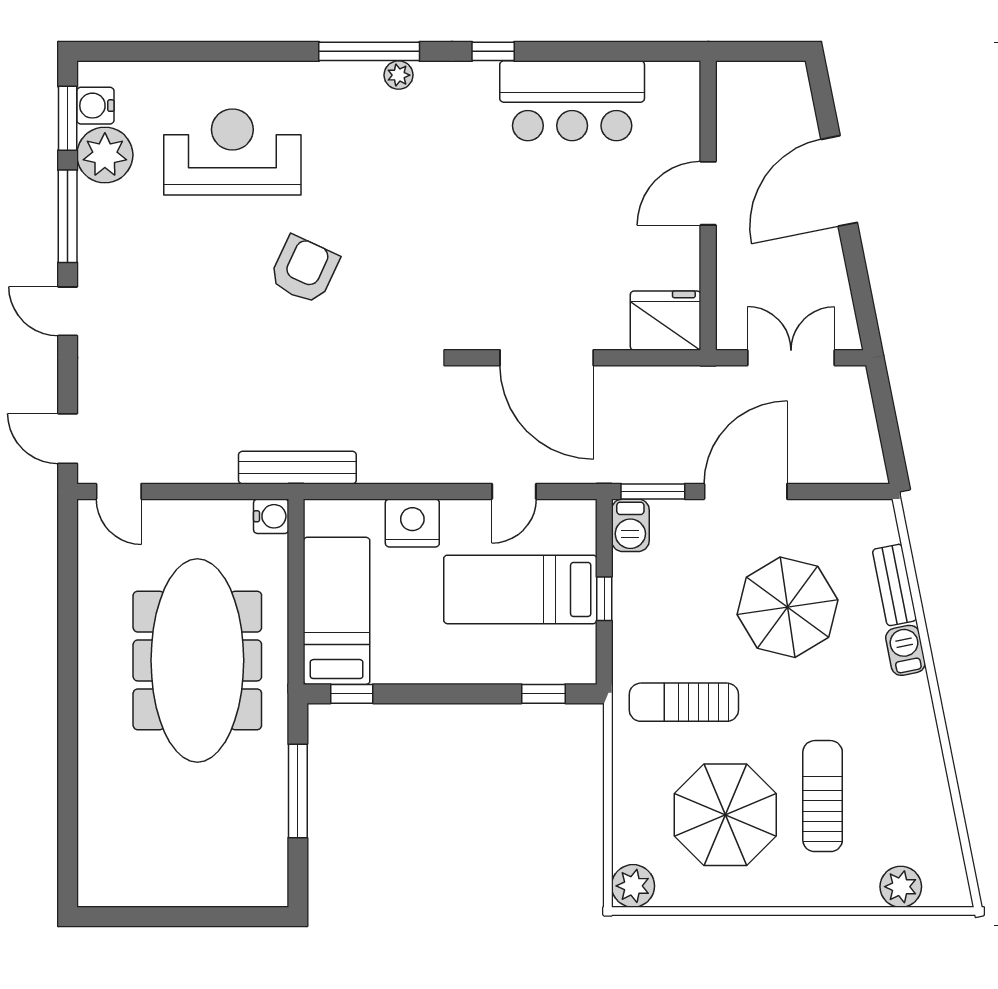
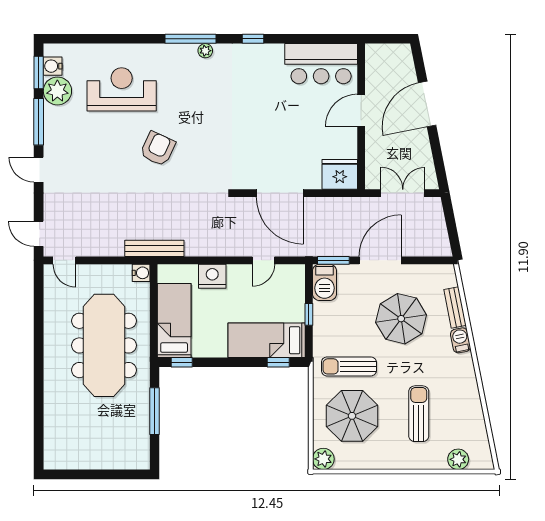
bar counter: (572, 101) -> (321, 64), moved
barbecue: (630, 525) -> (324, 282), width x1.38, depth x1.27
bed: (520, 589) -> (267, 340), moved
parasol: (725, 815) -> (352, 416), moved

